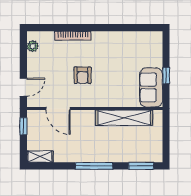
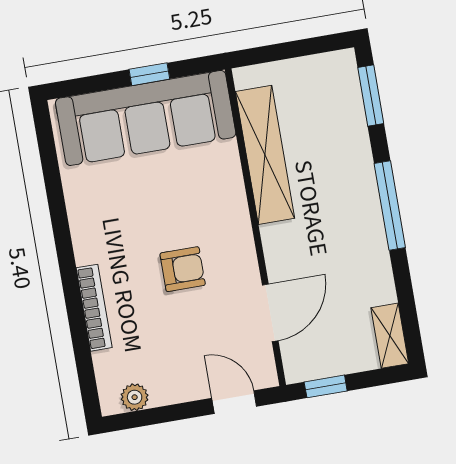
sofa: (151, 87) -> (146, 118), width x1.85, depth x1.27

